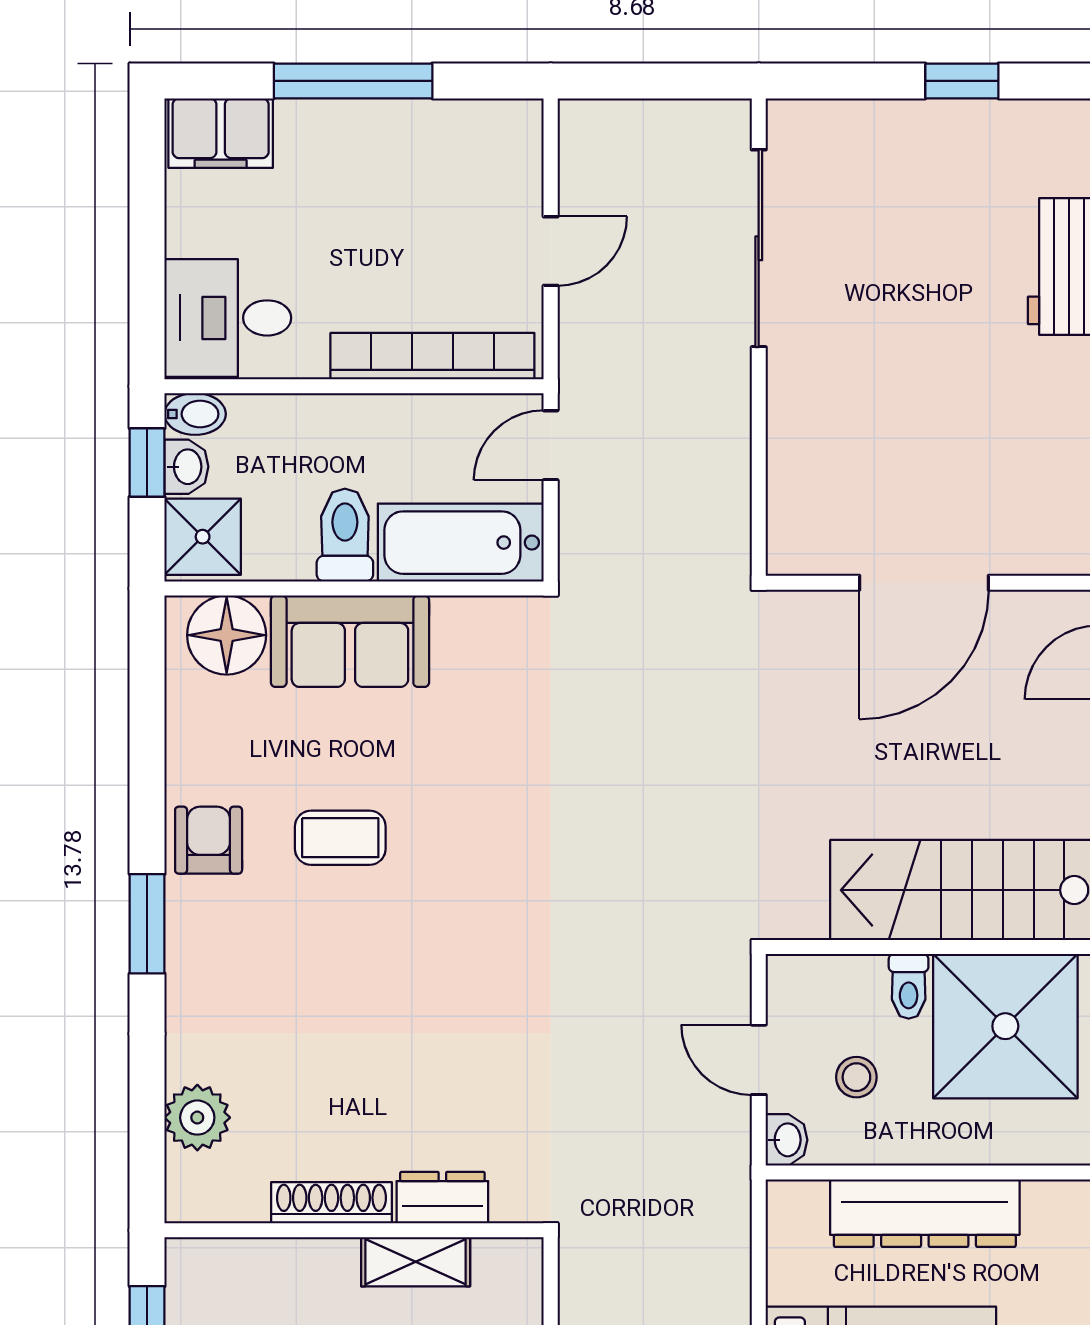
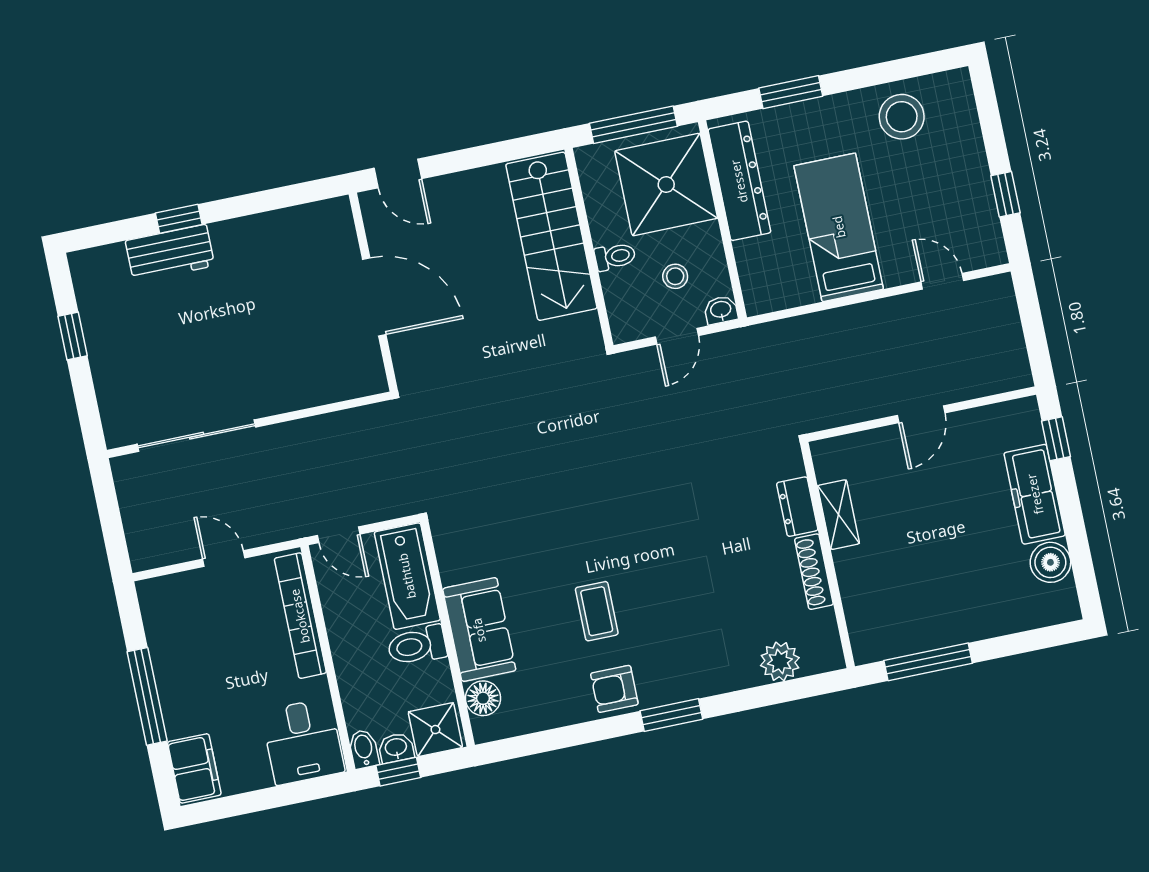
floor lamp: (227, 635) -> (483, 698), width x0.73, depth x0.73
shower: (1005, 1026) -> (666, 185), moved
dresser: (925, 1213) -> (739, 181), moved

